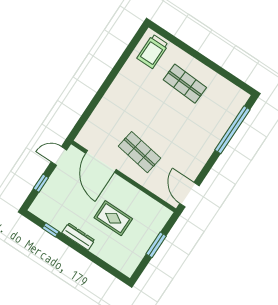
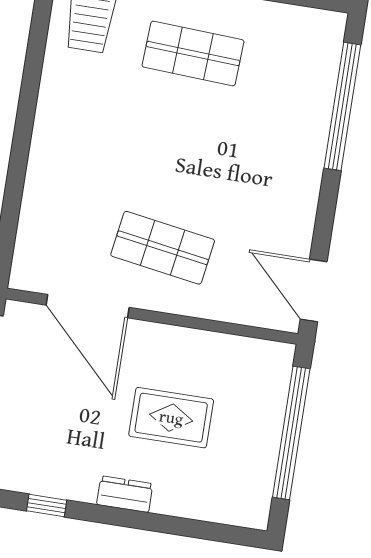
dresser: (78, 237) -> (125, 494), width x0.70
window: (156, 245) -> (291, 433), width x2.11

